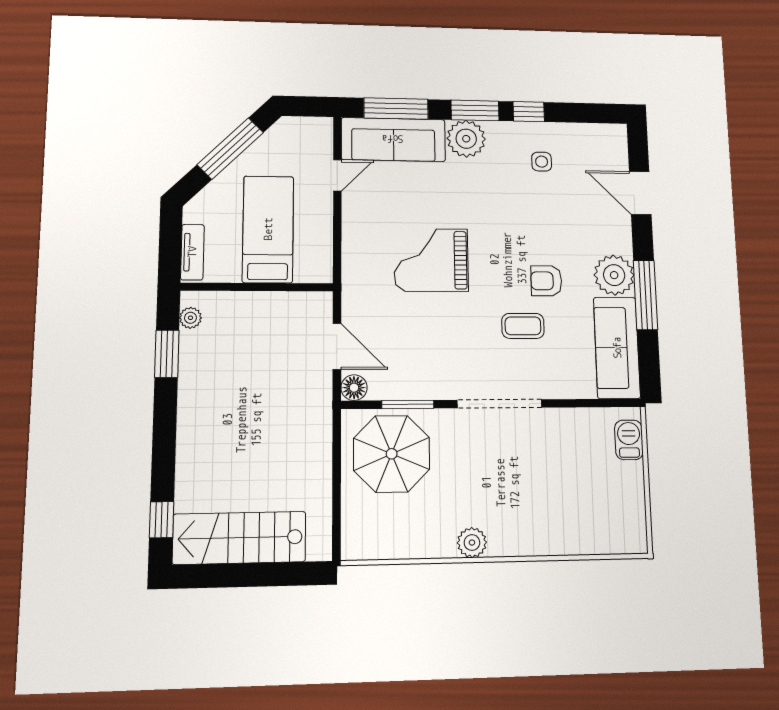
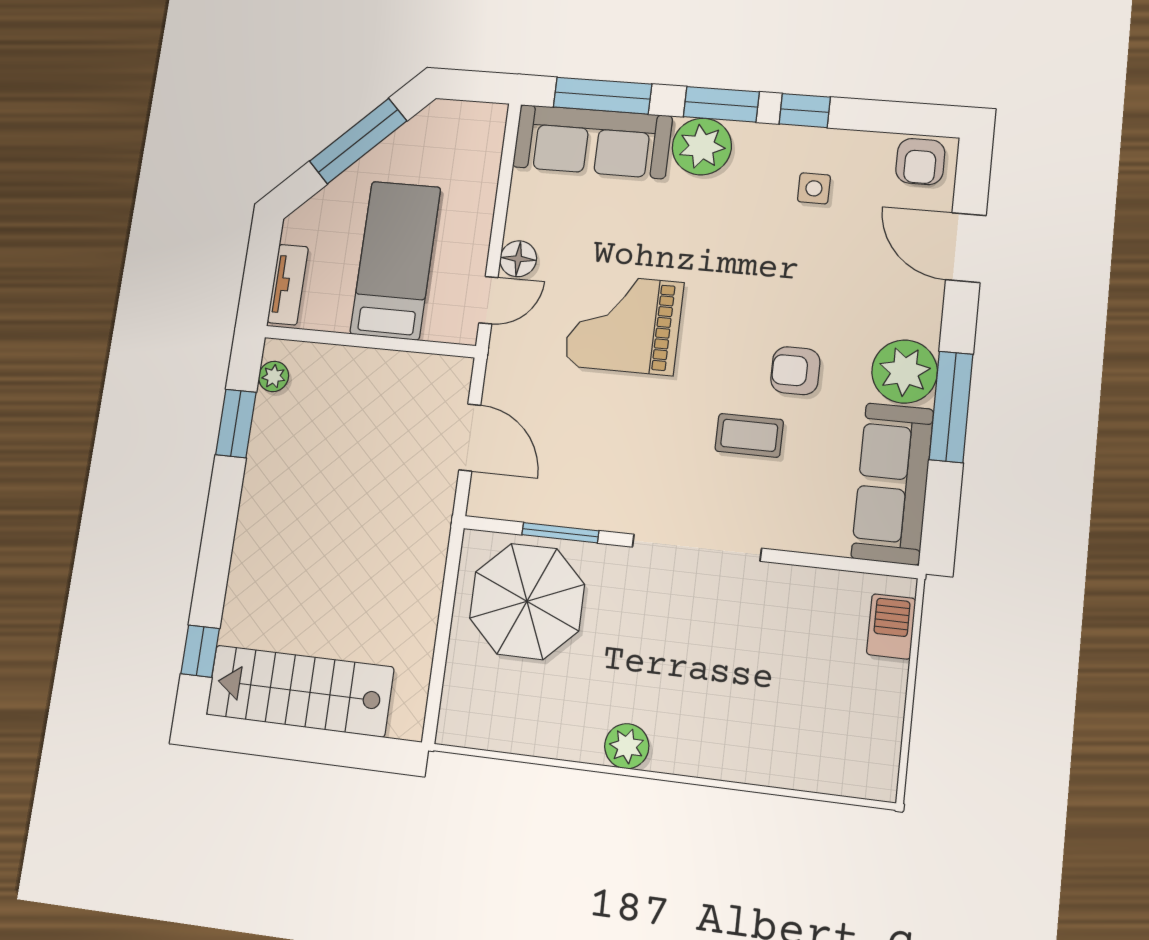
armchair: (605, 140) -> (920, 162), added
door: (337, 175) -> (488, 300), moved
floor lamp: (354, 388) -> (518, 259), moved

